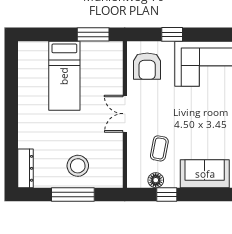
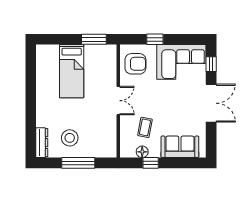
armchair: (147, 66) -> (135, 64), turned -90
double door: (125, 114) -> (118, 101), swing flipped
stool: (78, 166) -> (70, 138), moved

